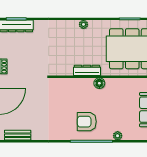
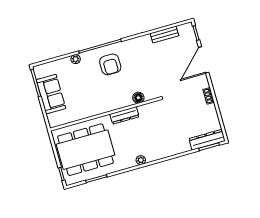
floor lamp: (99, 83) -> (138, 98), moved
armchair: (87, 122) -> (110, 64), turned 90
bench: (18, 135) -> (164, 35), moved

